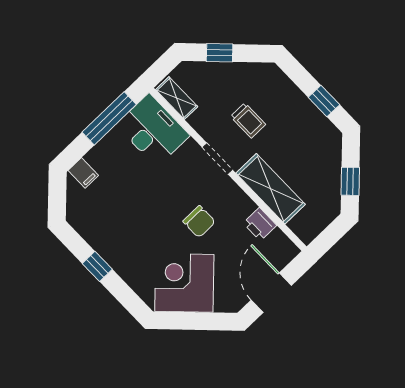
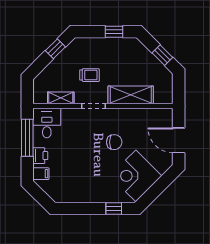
window: (220, 53) -> (55, 49), moved
shelving: (177, 98) -> (61, 98), moved
desk: (153, 130) -> (47, 123), width x0.73
printer: (260, 224) -> (40, 156), moved, turned -90
window: (97, 266) -> (114, 208), moved

